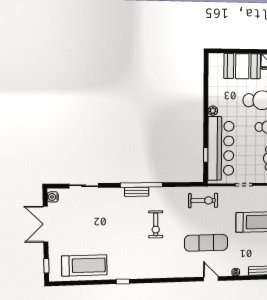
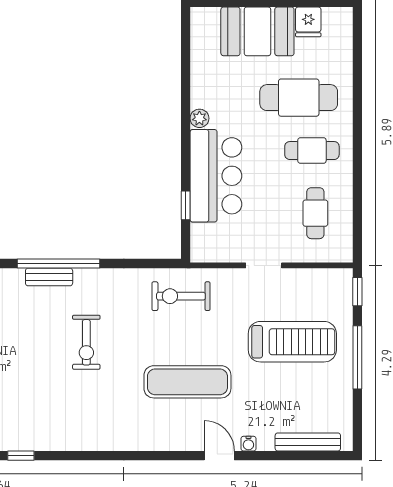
bar counter: (221, 148) -> (216, 176), width x0.73
exercise bike: (203, 200) -> (181, 296), turned 180
door: (211, 279) -> (219, 456), moved

